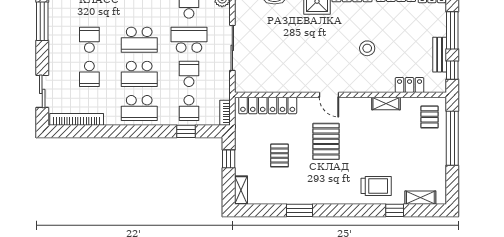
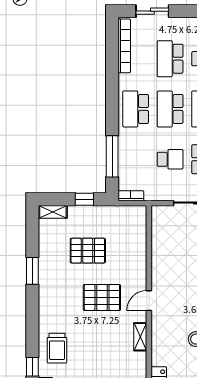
school desk: (89, 74) -> (170, 59), width x1.85
shelving: (386, 103) -> (140, 337), moved
locker: (268, 105) -> (138, 239), removed
school desk: (189, 108) -> (136, 159), removed
window: (186, 131) -> (112, 156), width x2.17
pallet: (280, 155) -> (88, 251), width x1.50, depth x1.42

